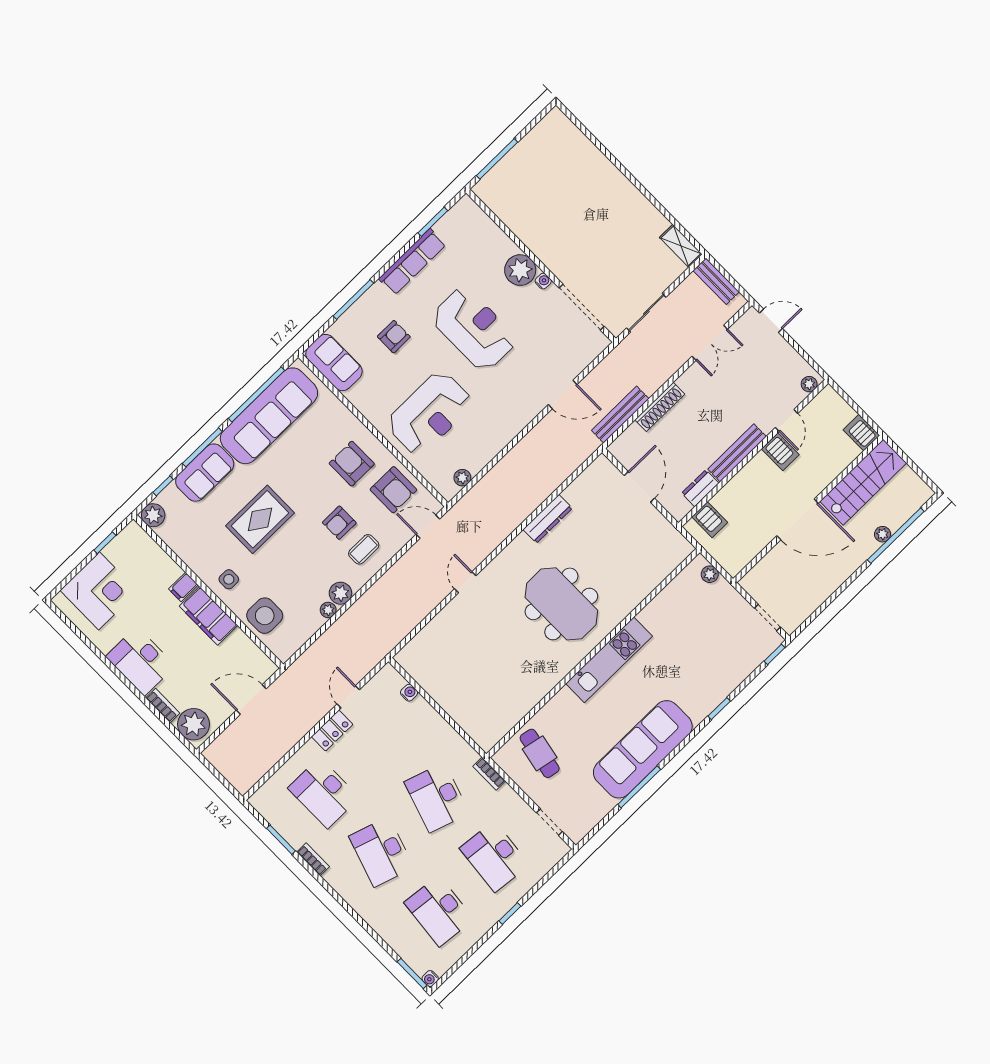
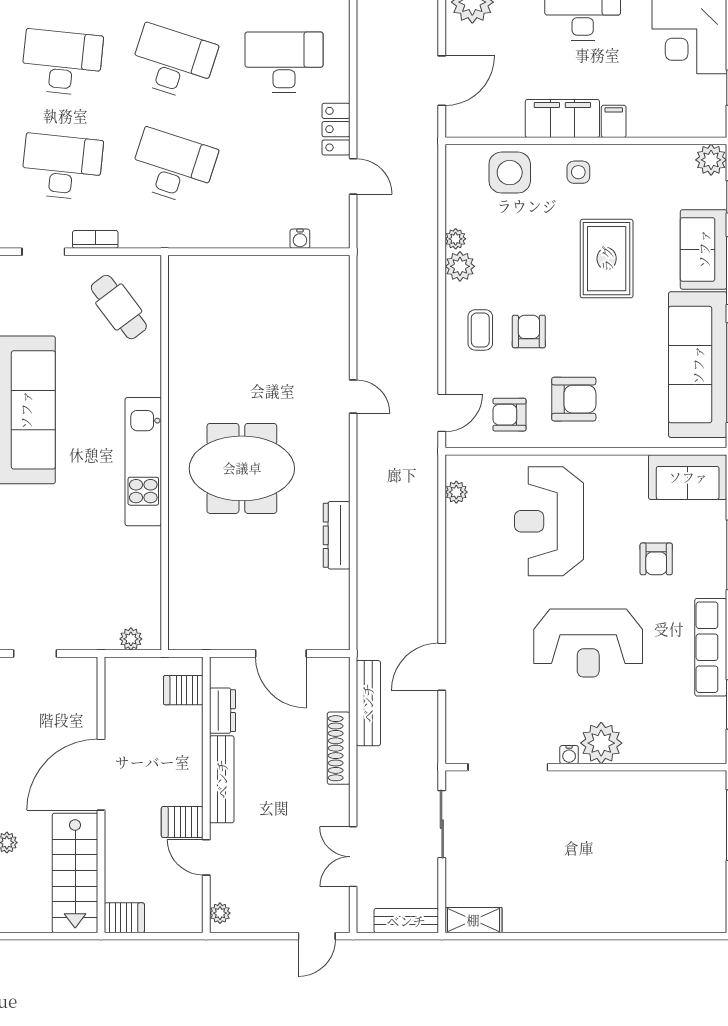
armchair: (393, 490) -> (509, 415), width x0.72, depth x0.72
cafe table: (540, 753) -> (119, 307), turned 42
bookcase: (489, 774) -> (95, 239), moved

